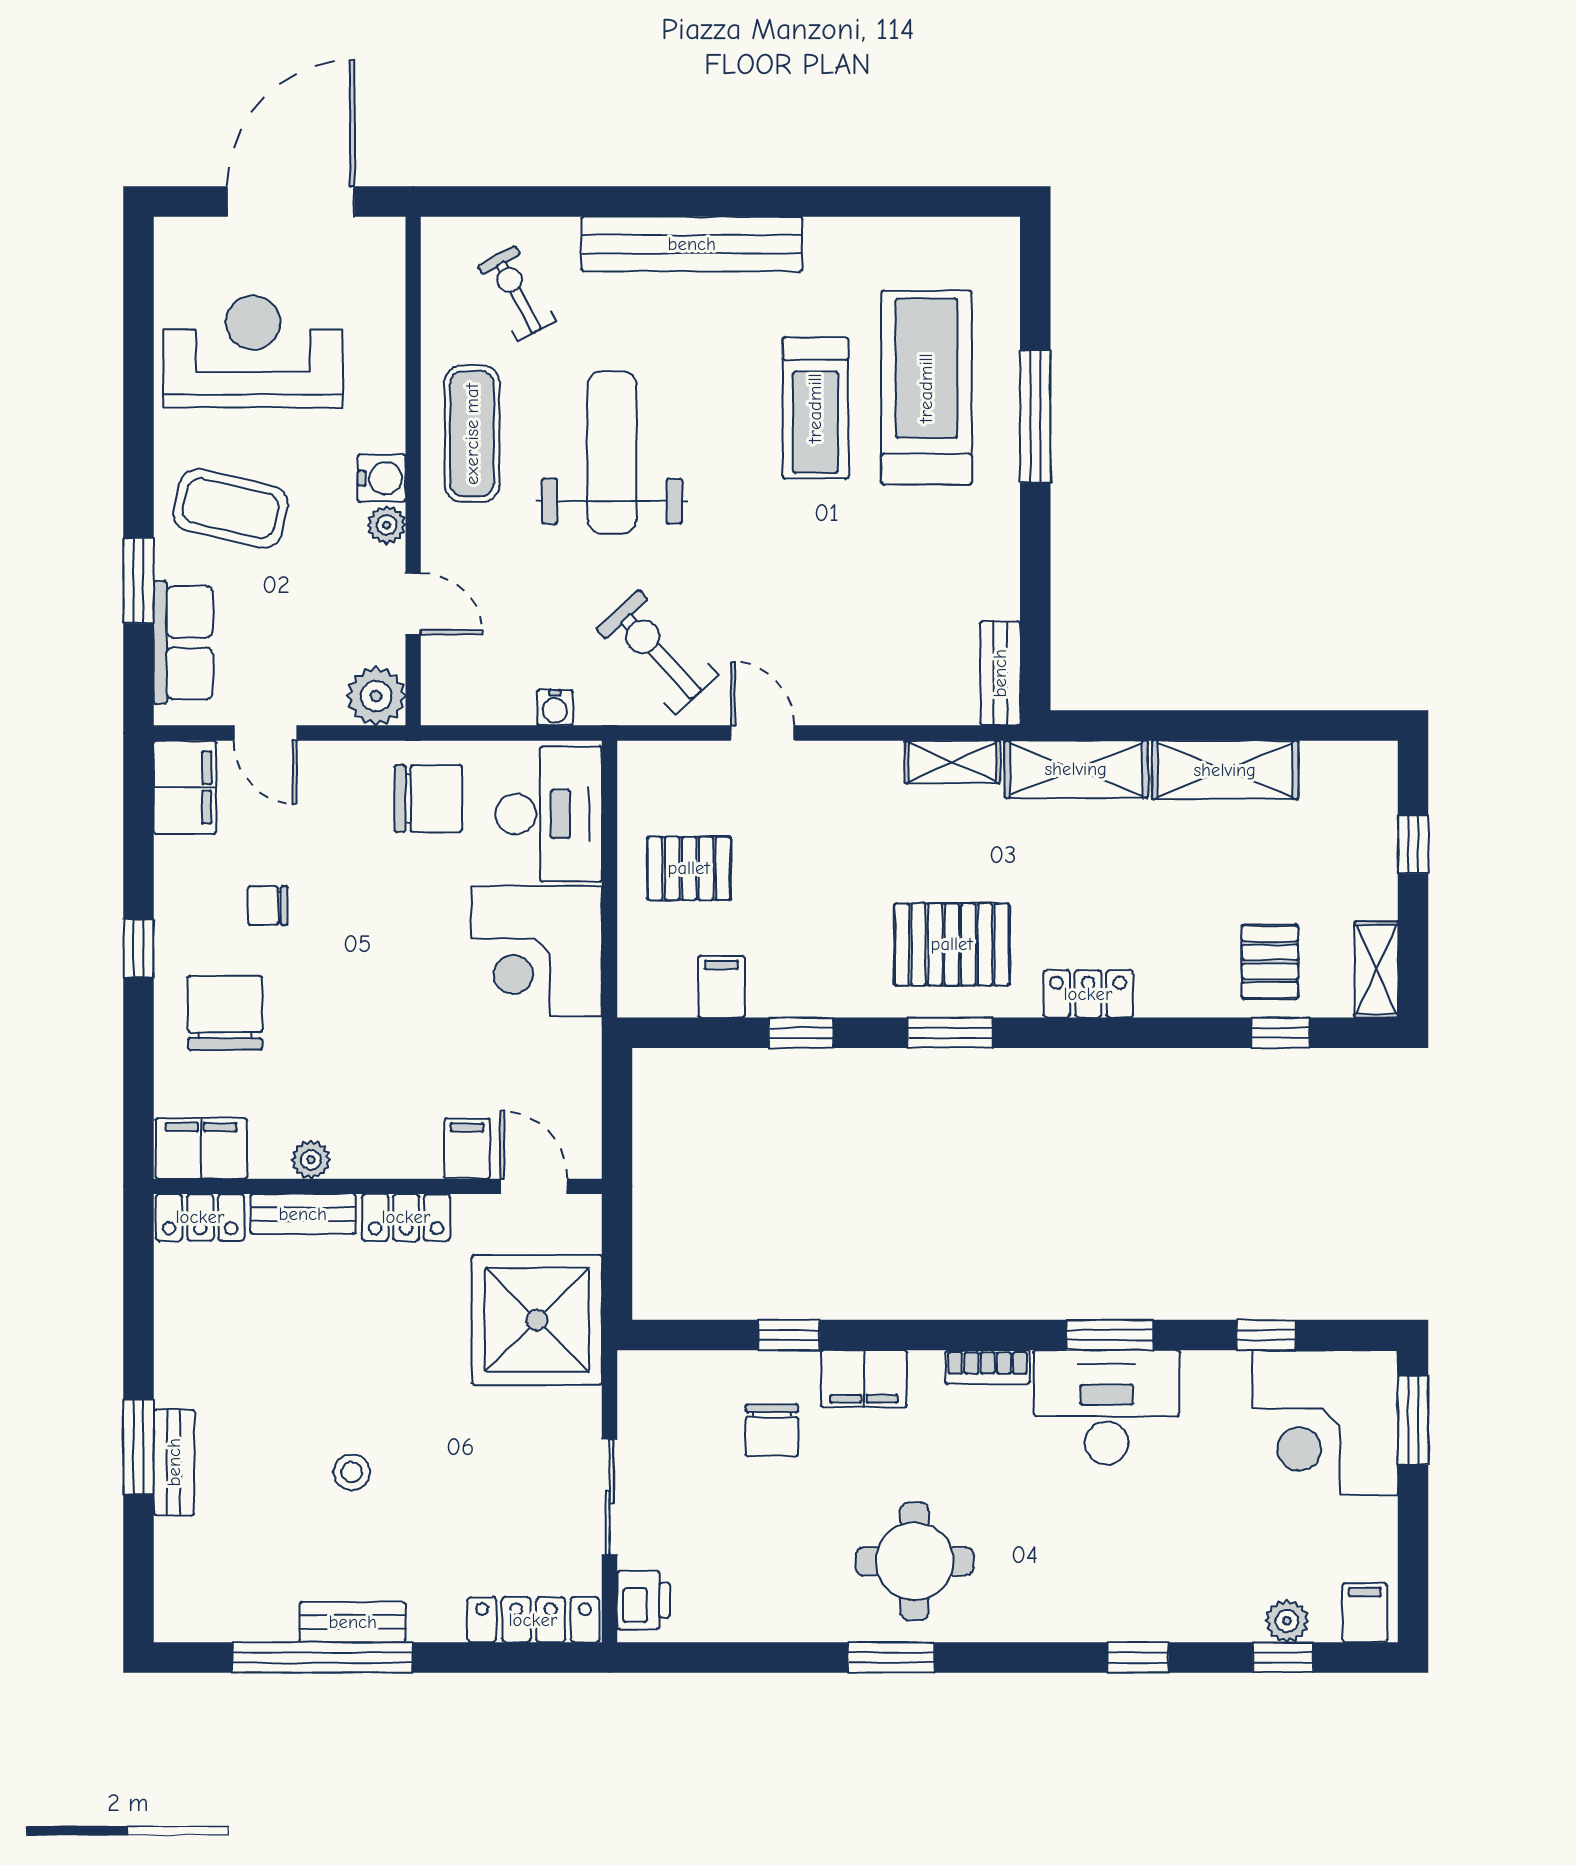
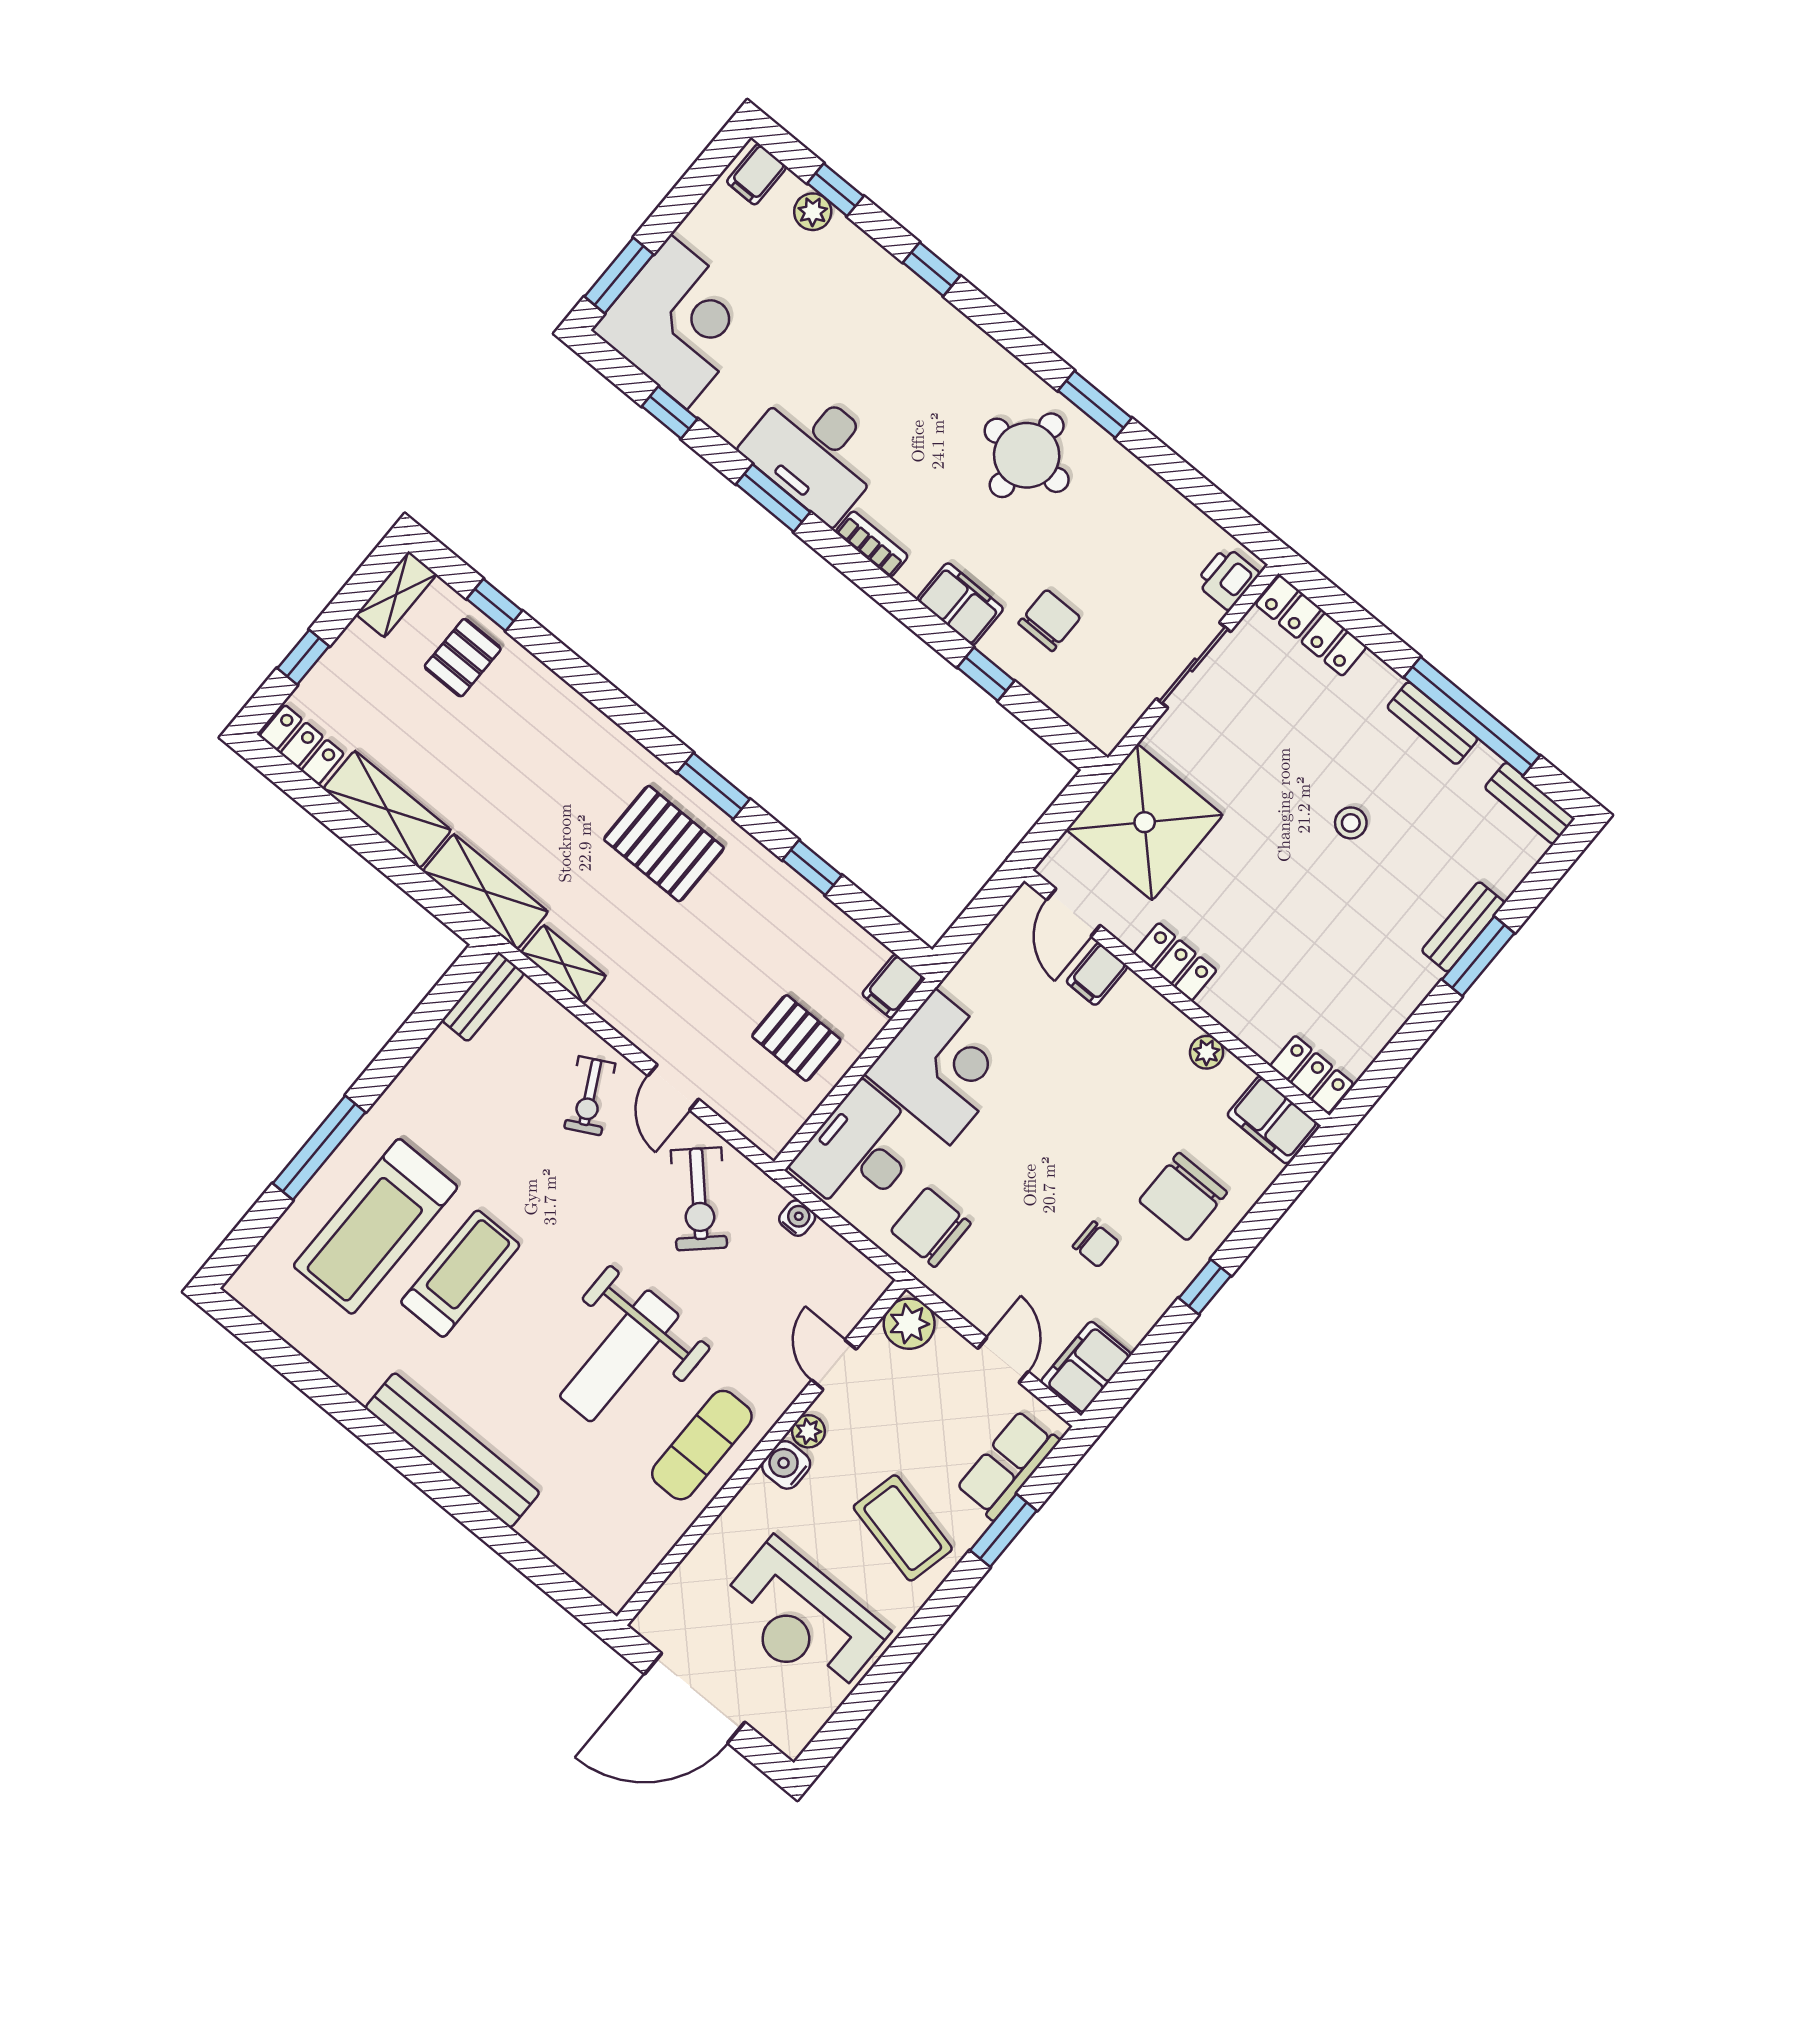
exercise bike: (517, 293) -> (590, 1096), moved
filing cabinet: (721, 987) -> (893, 986), moved
locker: (1088, 994) -> (302, 745), moved, turned 180
bench: (303, 1214) -> (1530, 803), moved

